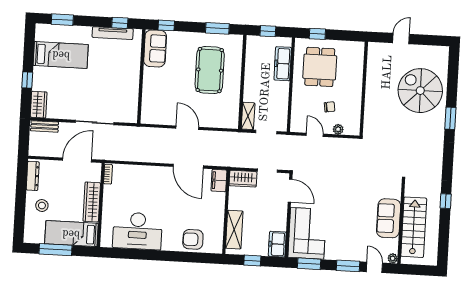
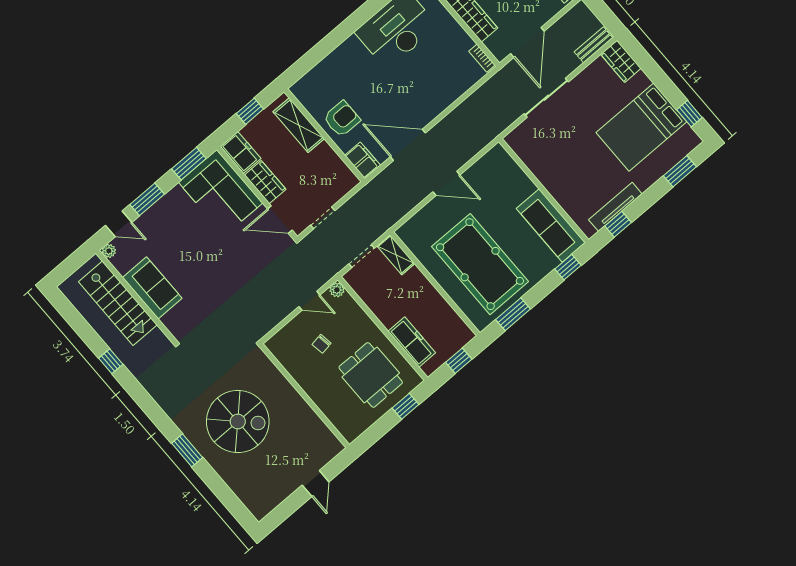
sofa: (155, 48) -> (551, 225), width x1.36
bed: (61, 55) -> (641, 127), width x1.50
pool table: (210, 70) -> (480, 264), width x1.36, depth x1.32
window: (27, 80) -> (689, 114), moved
spiral stairs: (420, 91) -> (238, 422), moved
plant: (338, 129) -> (337, 290), moved
wardrobe: (243, 179) -> (265, 182), moved, turned 90
armchair: (193, 239) -> (342, 119), moved

